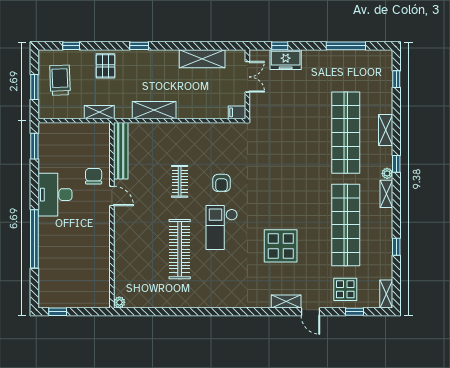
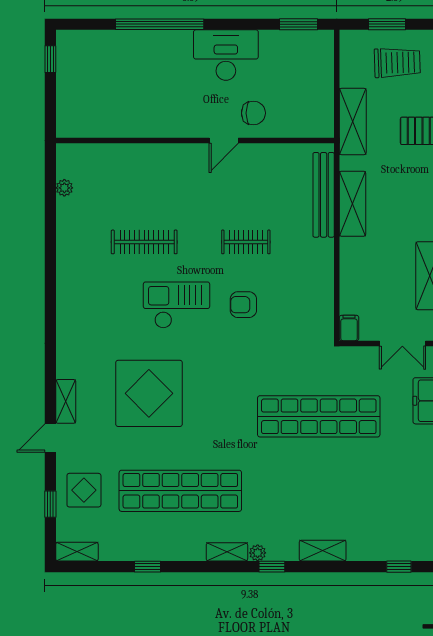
shelving: (99, 112) -> (353, 121), width x1.50, depth x1.33
shop shelf: (346, 133) -> (319, 416), moved
bench: (121, 151) -> (324, 195), moved, turned 90
display table: (281, 246) -> (149, 393), width x1.36, depth x1.36
clothes rail: (180, 249) -> (144, 242), width x0.73, depth x0.76
plant: (119, 302) -> (64, 188), moved

